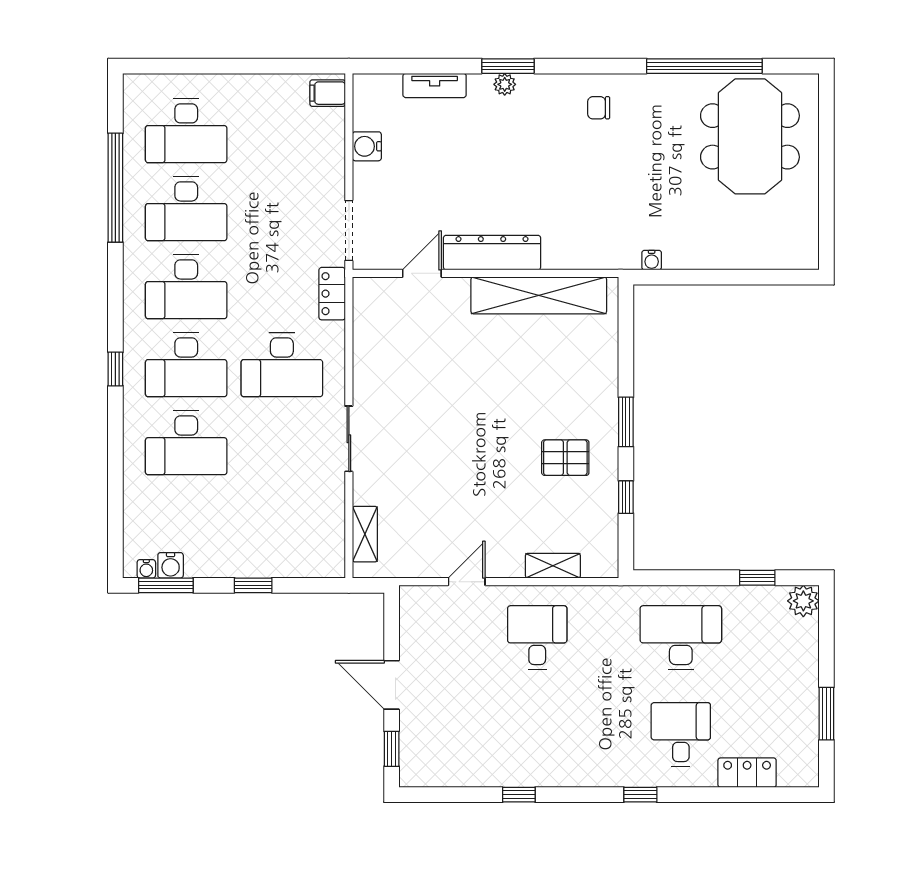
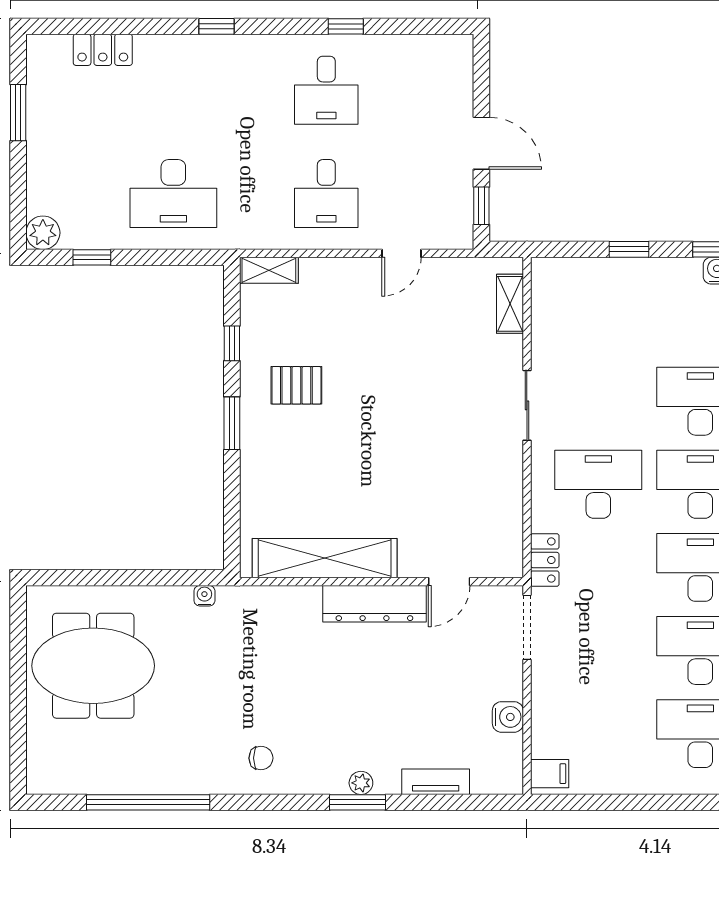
meeting table: (750, 136) -> (93, 666), moved, turned 90
shelving: (553, 566) -> (269, 270), moved
desk: (681, 735) -> (326, 90), moved
window: (392, 749) -> (481, 206), moved

